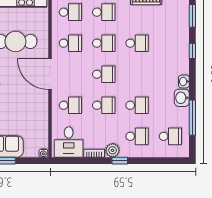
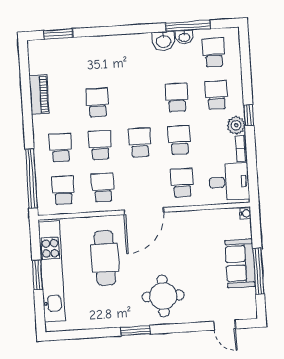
window: (192, 51) -> (103, 31), removed
washbasin: (184, 81) -> (184, 37), moved

